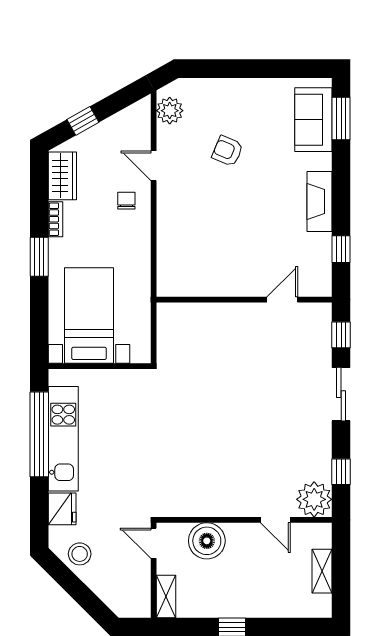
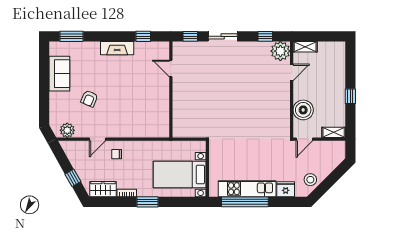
sofa: (313, 120) -> (59, 74), moved, turned -90
shelving: (322, 571) -> (305, 47), moved

